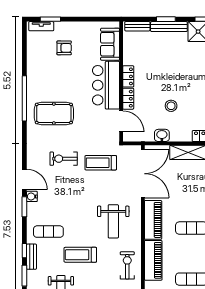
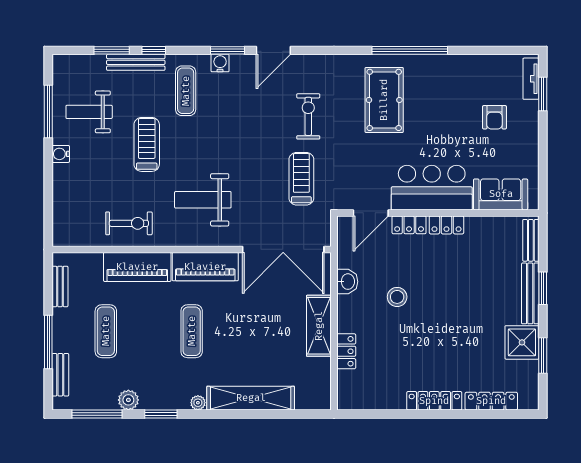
water cooler: (32, 196) -> (220, 63), moved
bench: (31, 257) -> (136, 62), width x1.36

